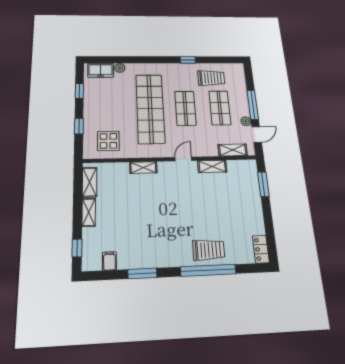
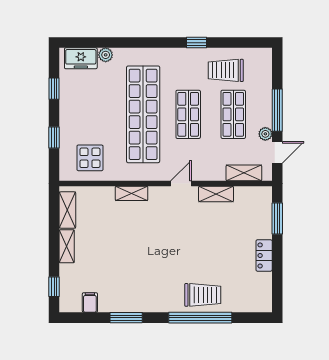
trolley: (211, 78) -> (226, 70), turned 180
locker: (261, 249) -> (264, 255), moved

